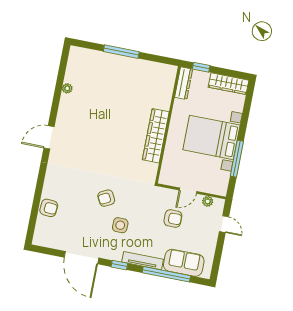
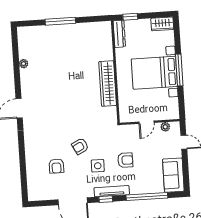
wardrobe: (229, 84) -> (162, 24), width x0.67
window: (237, 159) -> (179, 70), moved
armchair: (49, 208) -> (56, 166), moved, turned 86
armchair: (173, 218) -> (125, 160), moved
tv unit: (143, 261) -> (112, 191), moved
sofa: (184, 263) -> (173, 175), moved, turned -90

